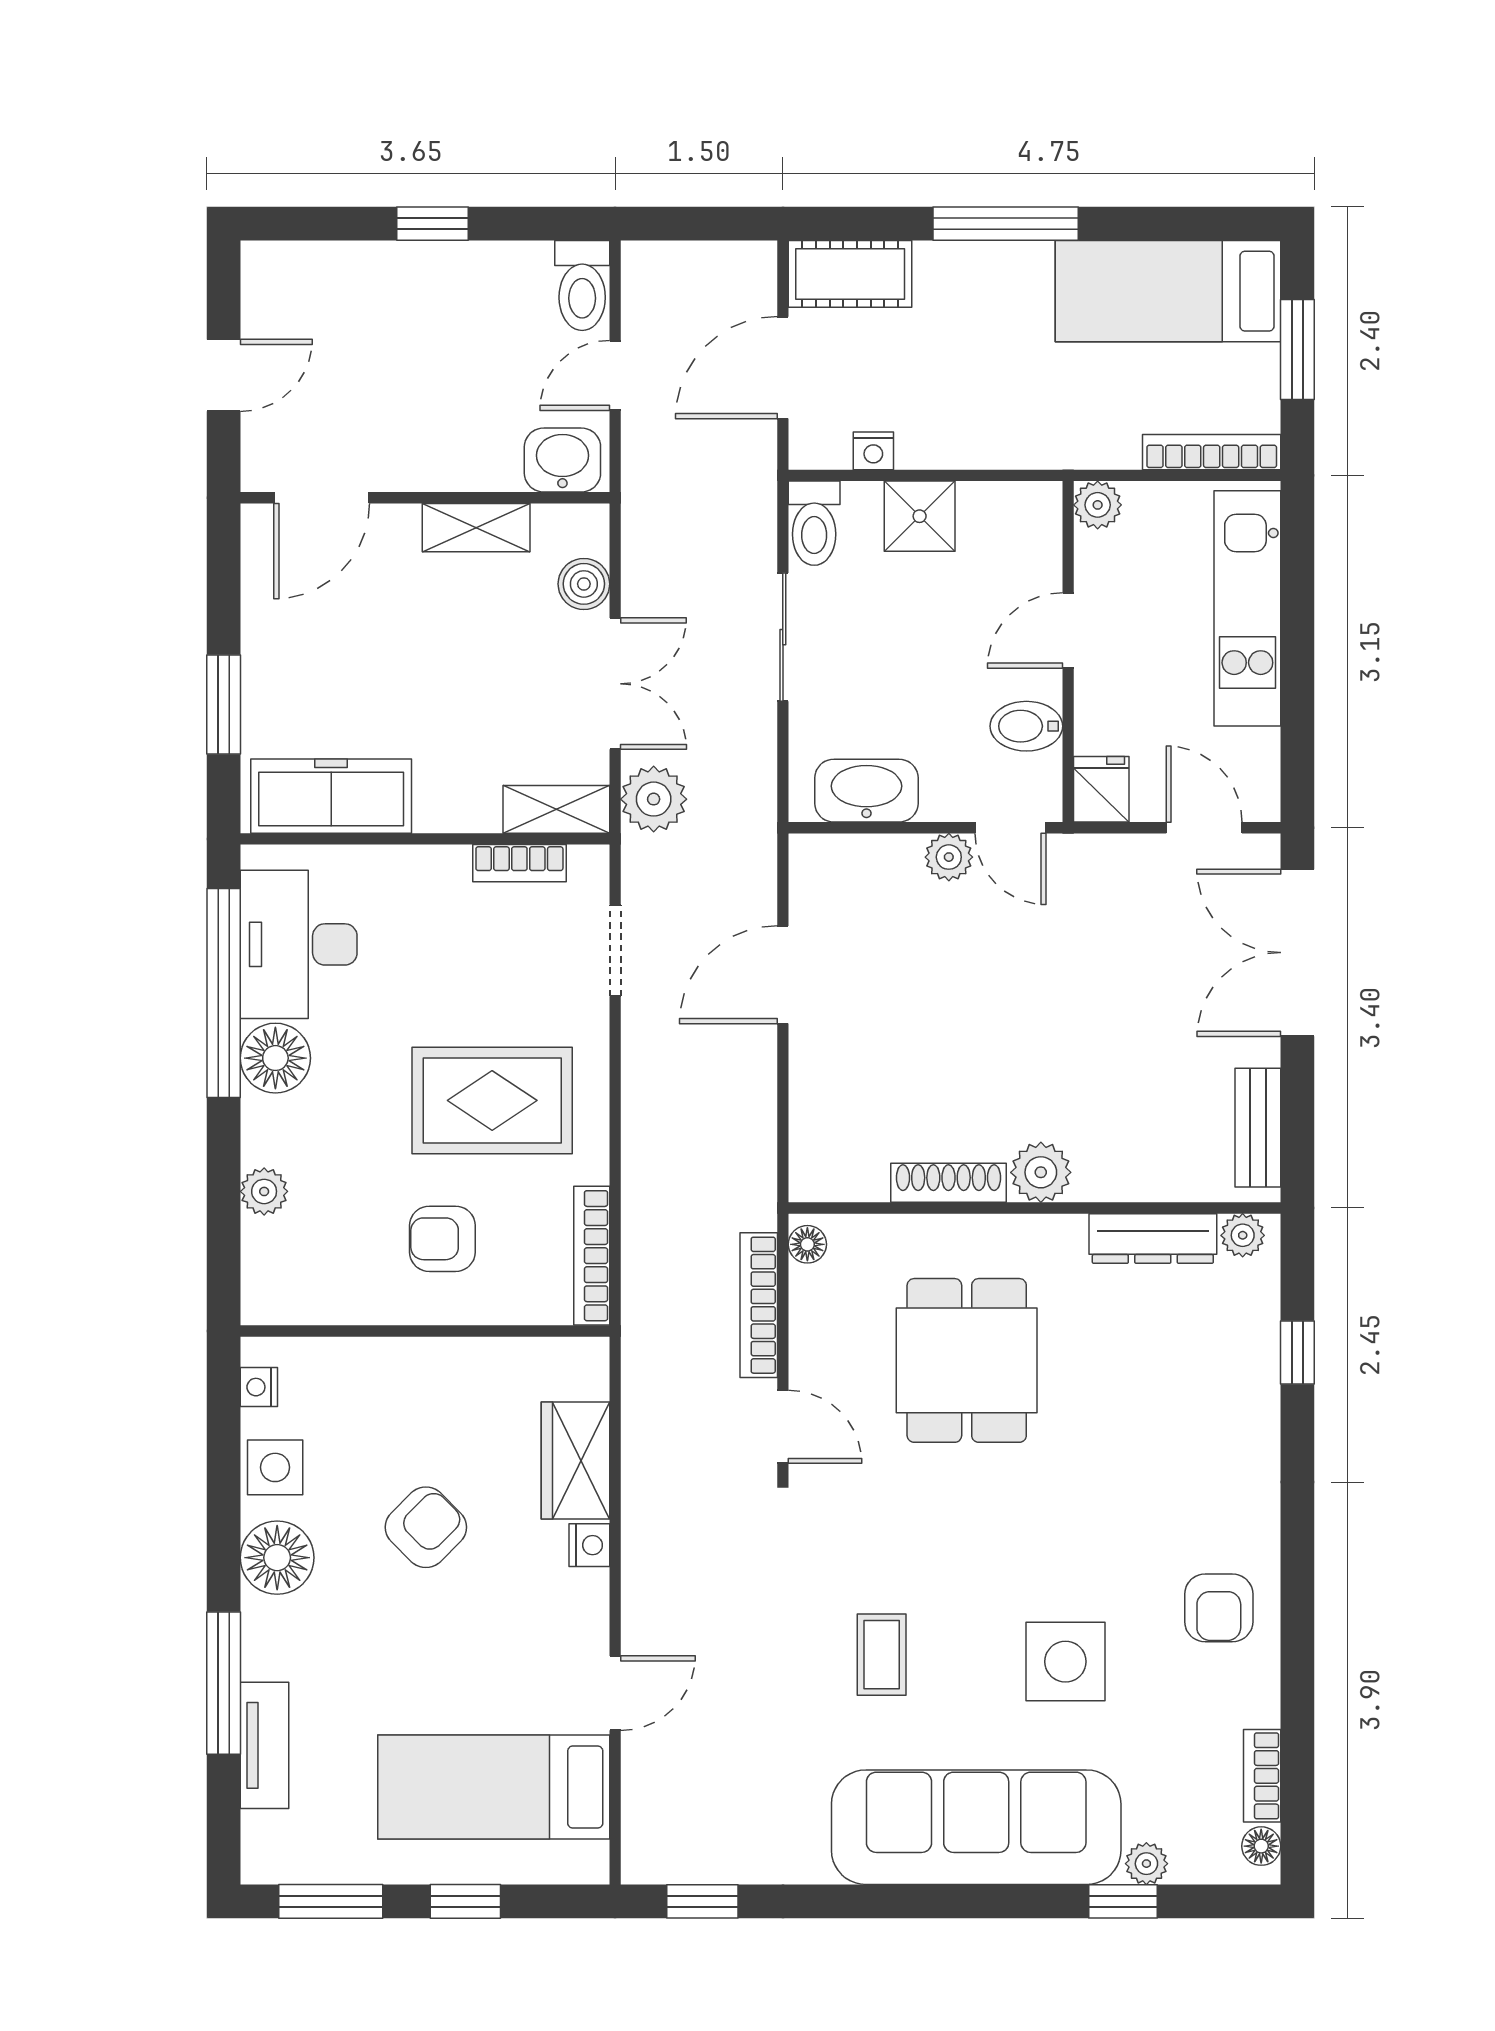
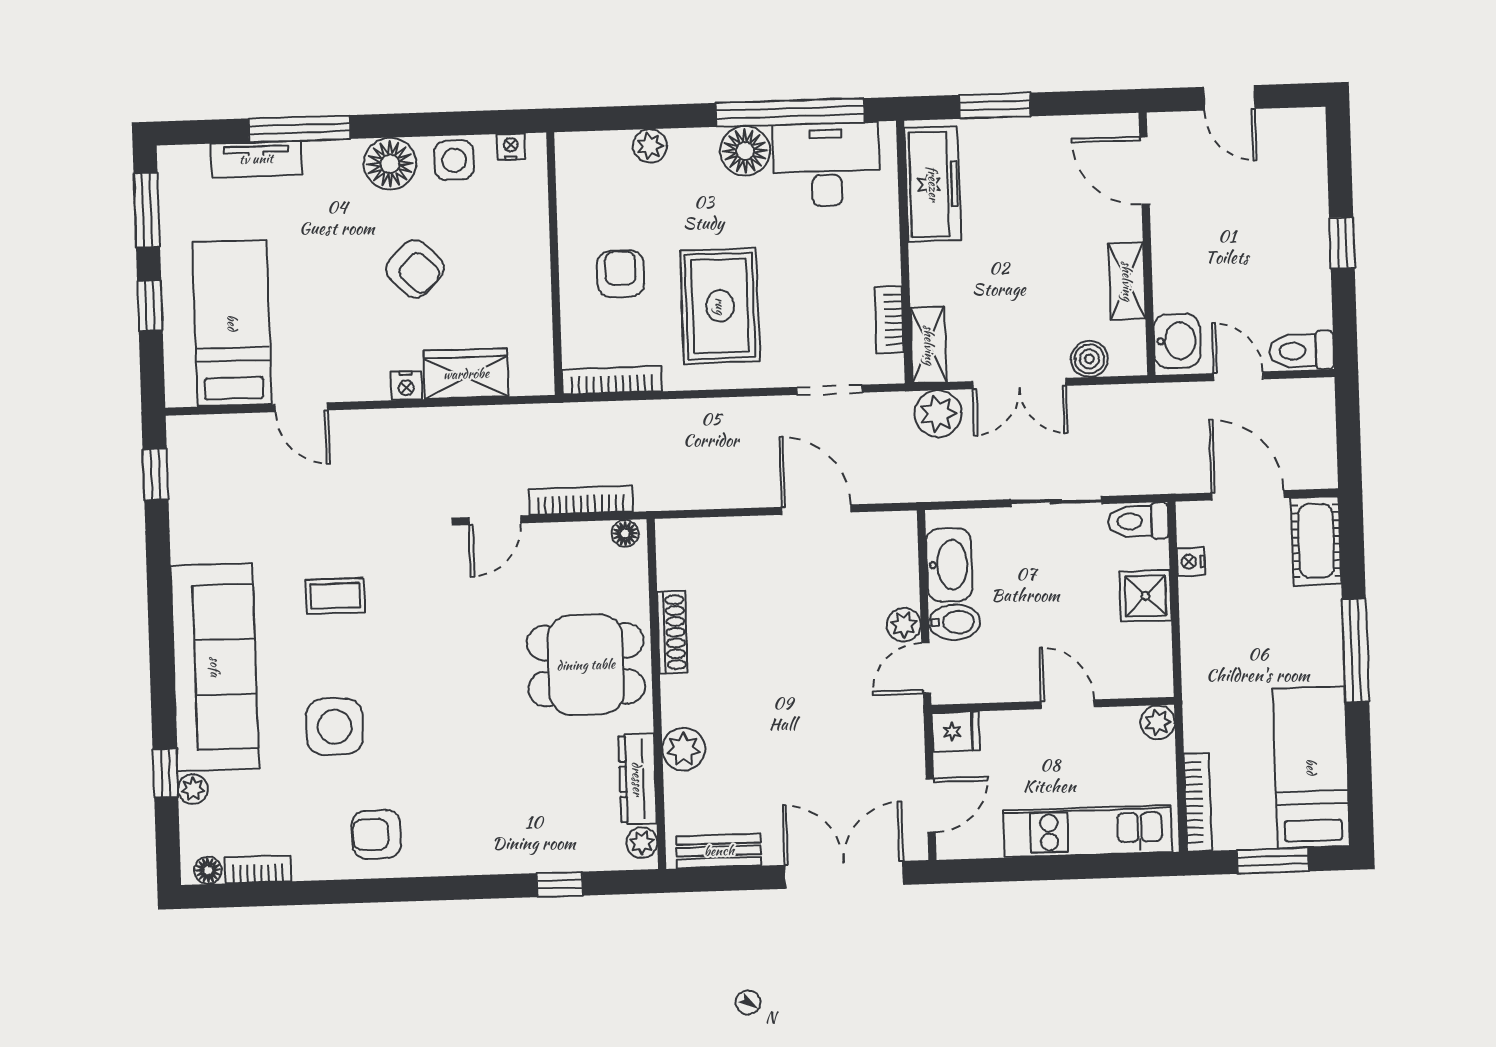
bidet: (1026, 726) -> (954, 622), moved, turned 90
plant: (1041, 1172) -> (684, 749), moved
dining table: (967, 1360) -> (586, 665), moved

